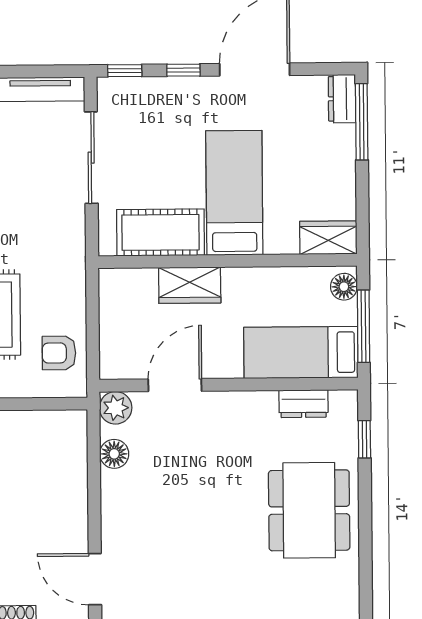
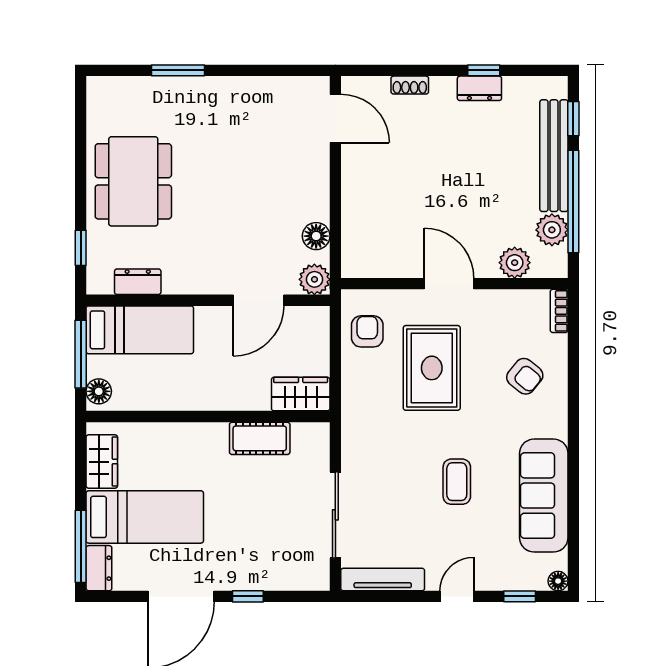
window: (125, 71) -> (303, 596), removed
bed: (234, 193) -> (145, 517), moved, turned -90
cot: (161, 232) -> (260, 438), width x0.73, depth x0.75
wardrobe: (328, 238) -> (102, 462), moved, turned -90
wardrobe: (190, 285) -> (301, 394), moved
armchair: (59, 353) -> (367, 331), turned -90

